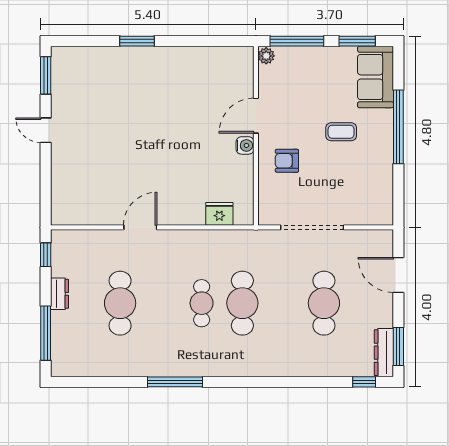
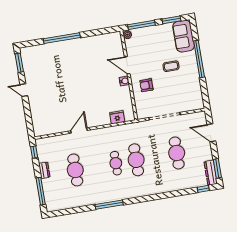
window: (137, 41) -> (62, 38), width x2.11
door: (256, 116) -> (127, 65), hinge flipped

